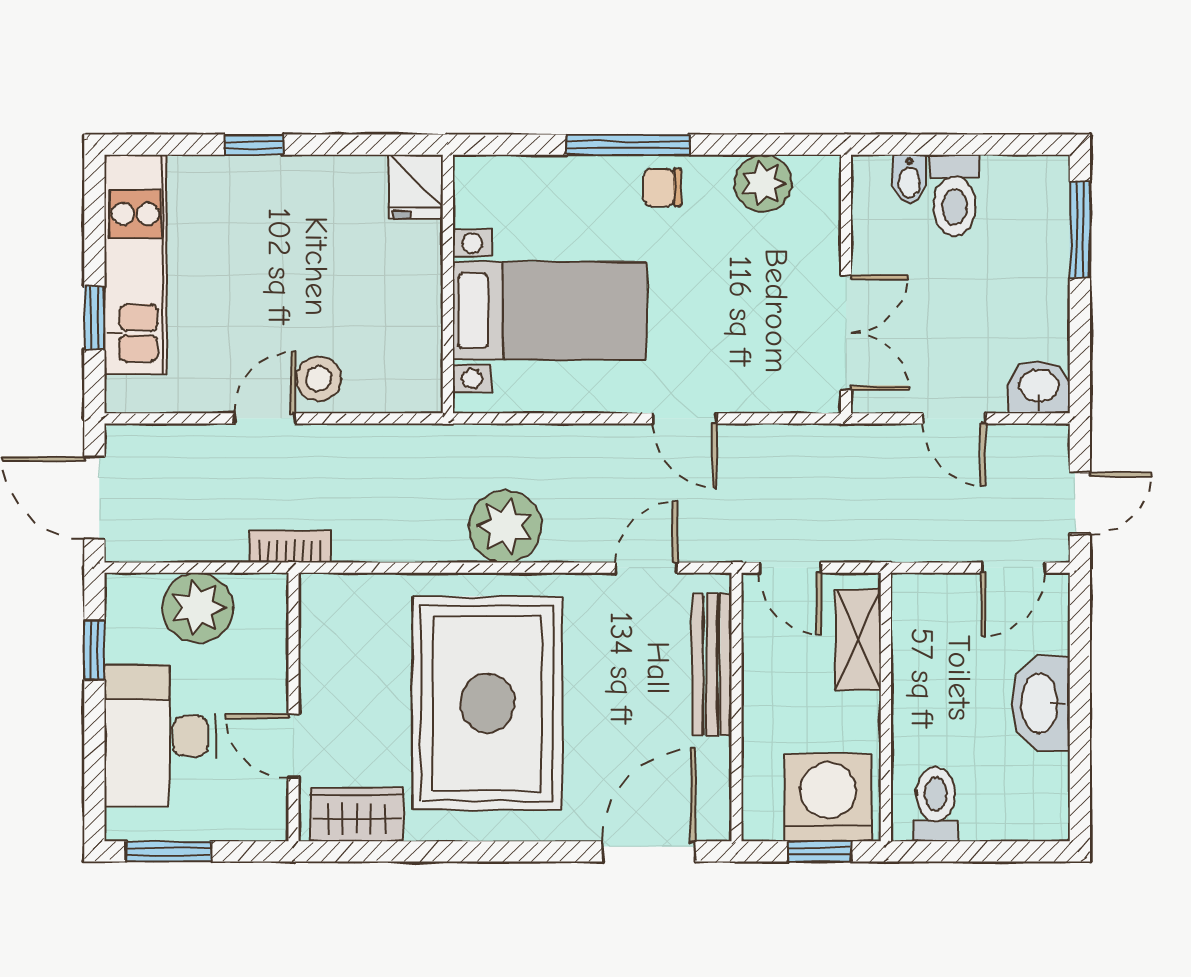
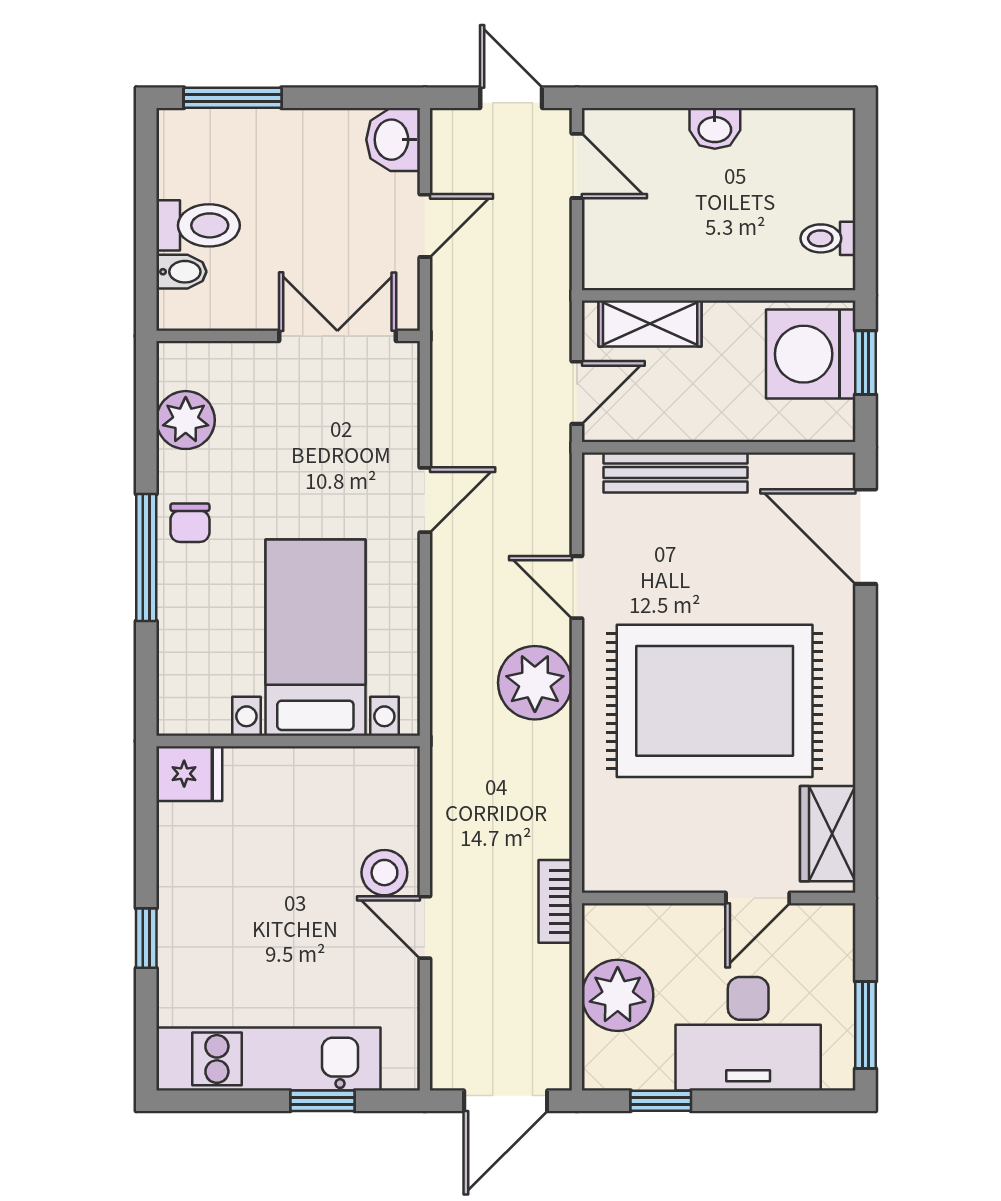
door: (647, 568) -> (577, 587), moved
washbasin: (1041, 703) -> (715, 128), width x0.52, depth x0.69
toilet: (936, 804) -> (828, 238), width x0.73, depth x0.72

